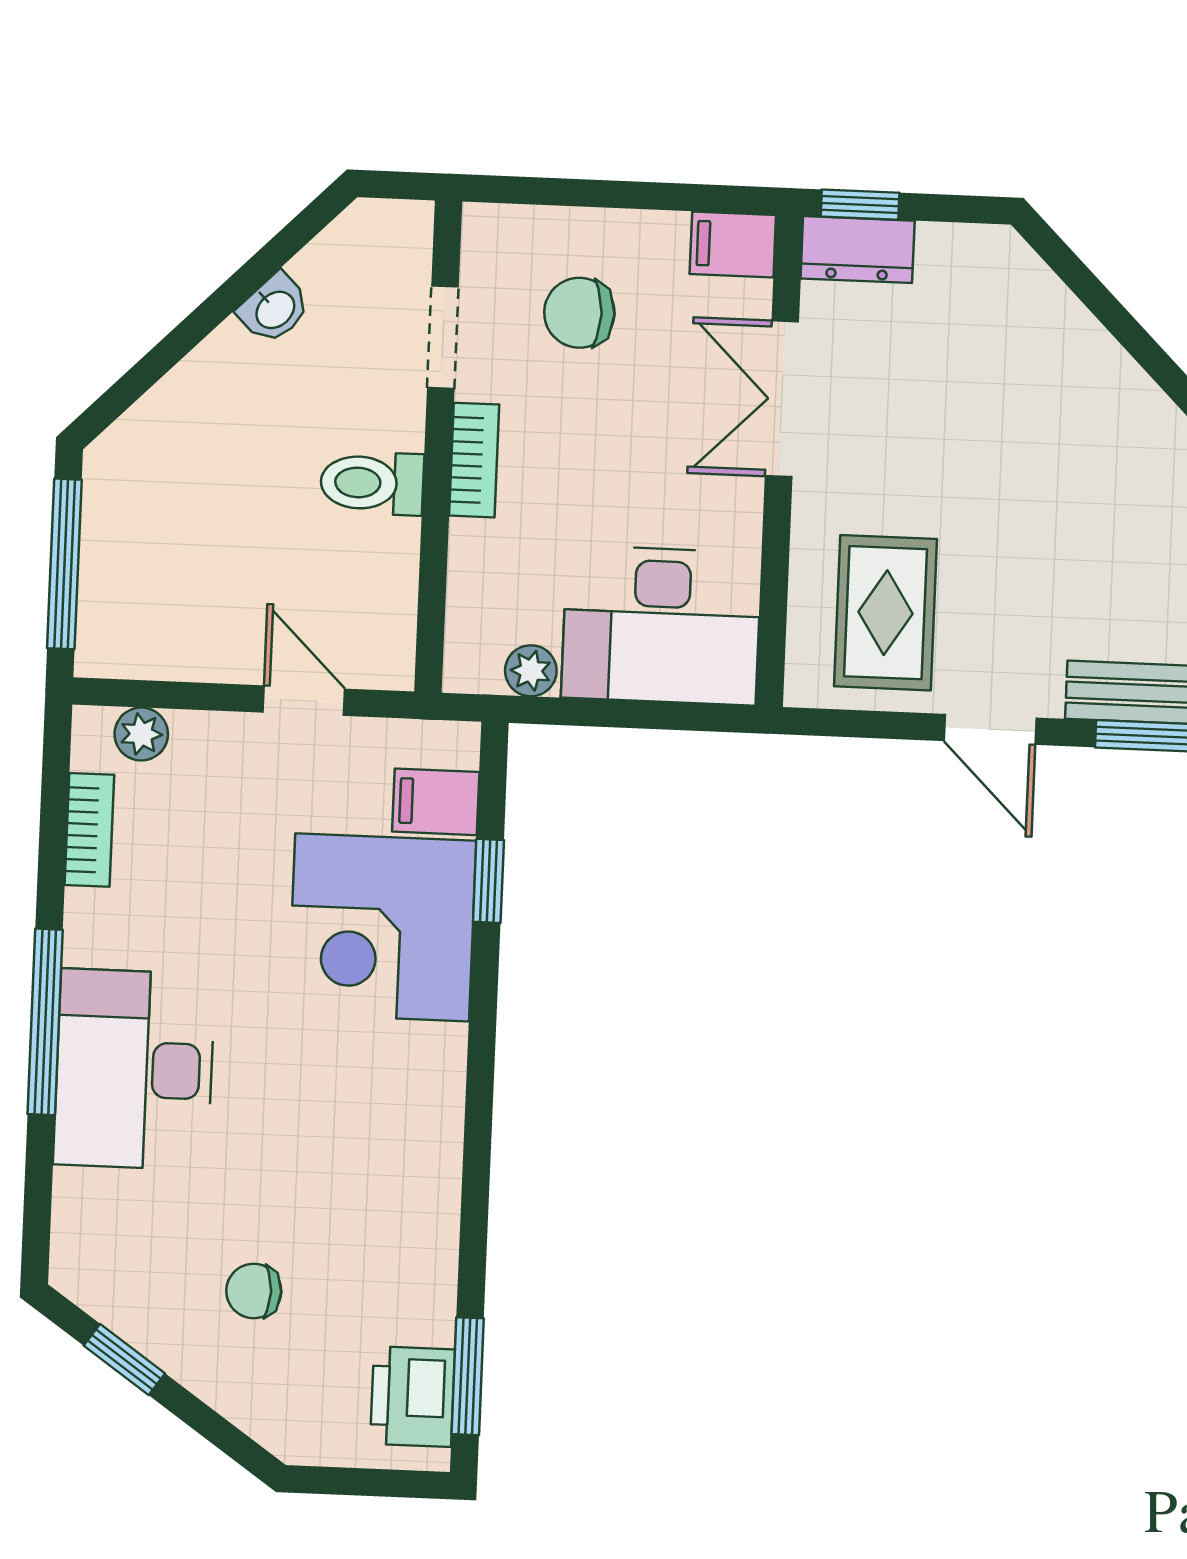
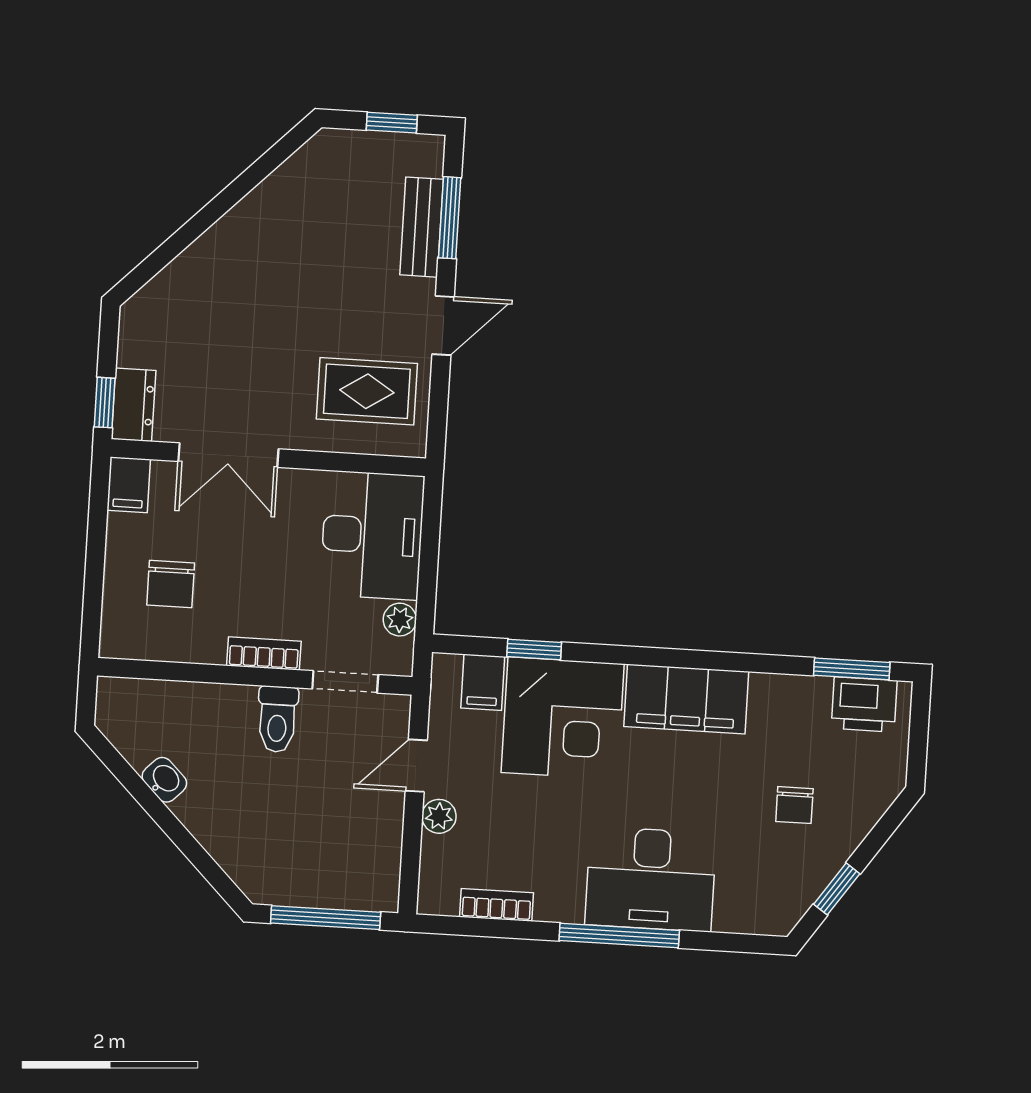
doorway: (443, 337) -> (345, 682), moved
plant: (141, 734) -> (439, 816), moved
filing cabinet: (416, 1119) -> (686, 699), added

